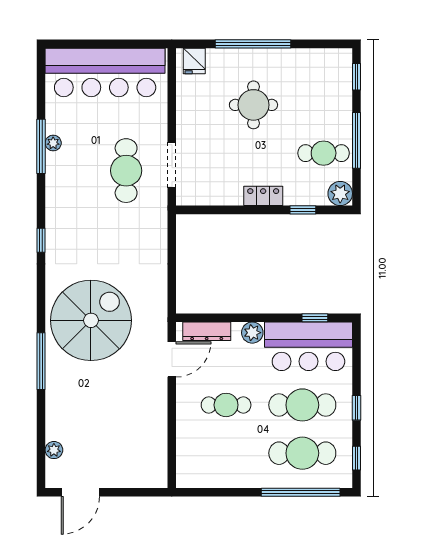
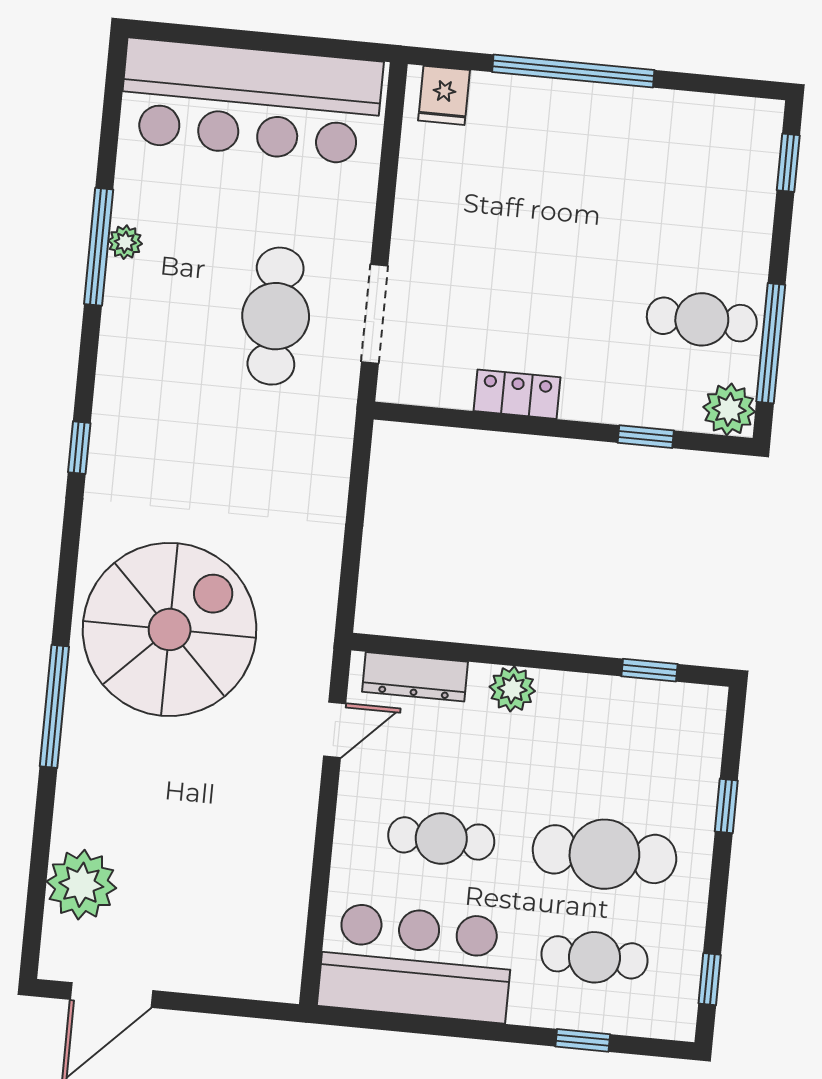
round table: (253, 105) -> (562, 202), removed
window: (357, 140) -> (771, 343), moved
locker: (263, 196) -> (517, 394), moved
bar counter: (308, 346) -> (416, 963), moved, turned 180
door: (172, 359) -> (335, 730), width x0.73
window: (357, 408) -> (726, 806), moved
plant: (54, 450) -> (81, 885), width x1.87, depth x1.87
cafe table: (302, 453) -> (595, 957), width x0.73, depth x0.74
window: (301, 492) -> (583, 1040), width x0.32

